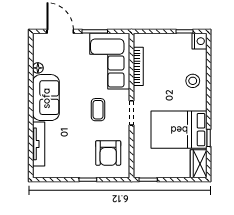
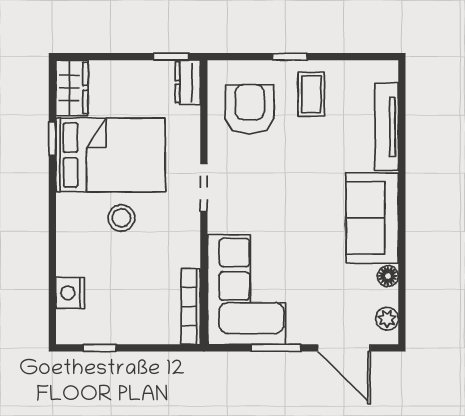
nightstand: (200, 41) -> (70, 293), moved
plant: (38, 46) -> (387, 319), added
bookcase: (138, 66) -> (191, 307), moved
stool: (193, 81) -> (121, 218), moved
coffee table: (98, 110) -> (311, 94), moved
dresser: (140, 167) -> (188, 82), added

